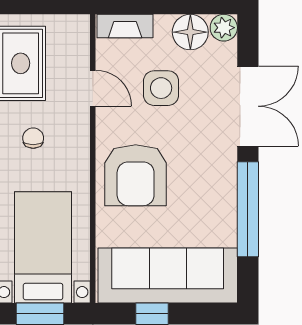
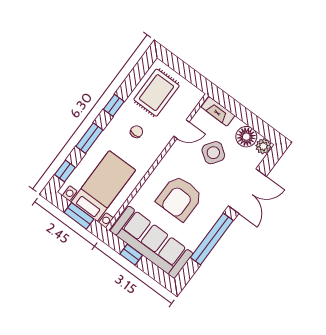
door: (93, 88) -> (182, 129), hinge flipped
side table: (161, 88) -> (213, 153), turned 35
armchair: (136, 175) -> (180, 198), moved

